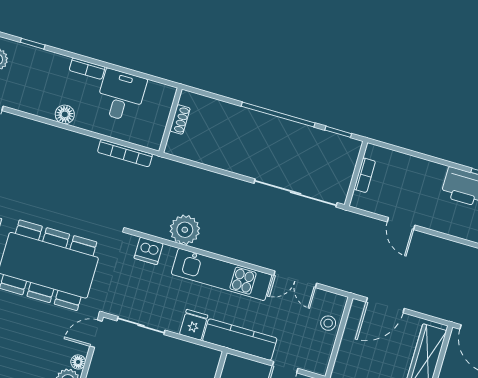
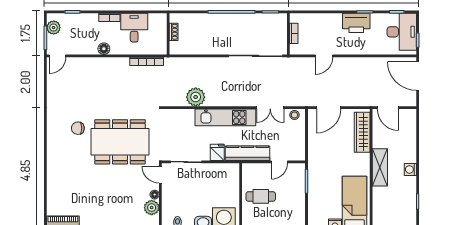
door: (401, 223) -> (324, 56), hinge flipped
dishwasher: (149, 251) -> (178, 116), removed
stool: (328, 323) -> (294, 115), moved
door: (96, 334) -> (160, 175), hinge flipped

